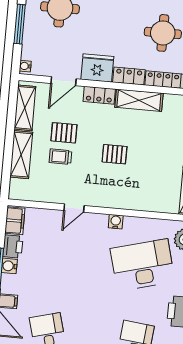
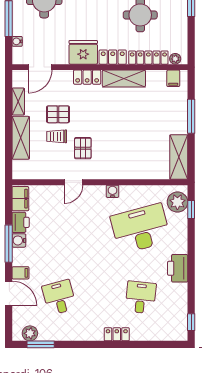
water cooler: (25, 66) -> (17, 41), moved
door: (64, 81) -> (40, 67), moved
shelving: (25, 108) -> (18, 102), width x0.67, depth x0.75
pallet: (115, 154) -> (83, 148), moved, turned 90

